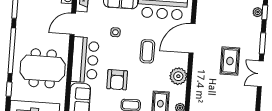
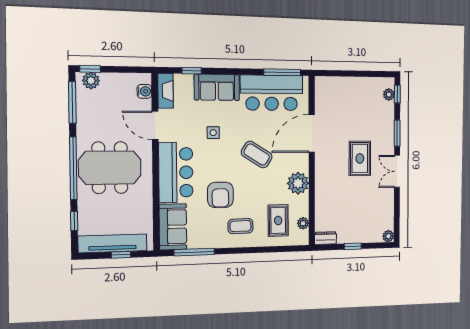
door: (73, 24) -> (155, 125), hinge flipped
coffee table: (147, 51) -> (257, 154), turned -58
meeting table: (43, 68) -> (110, 168), moved

